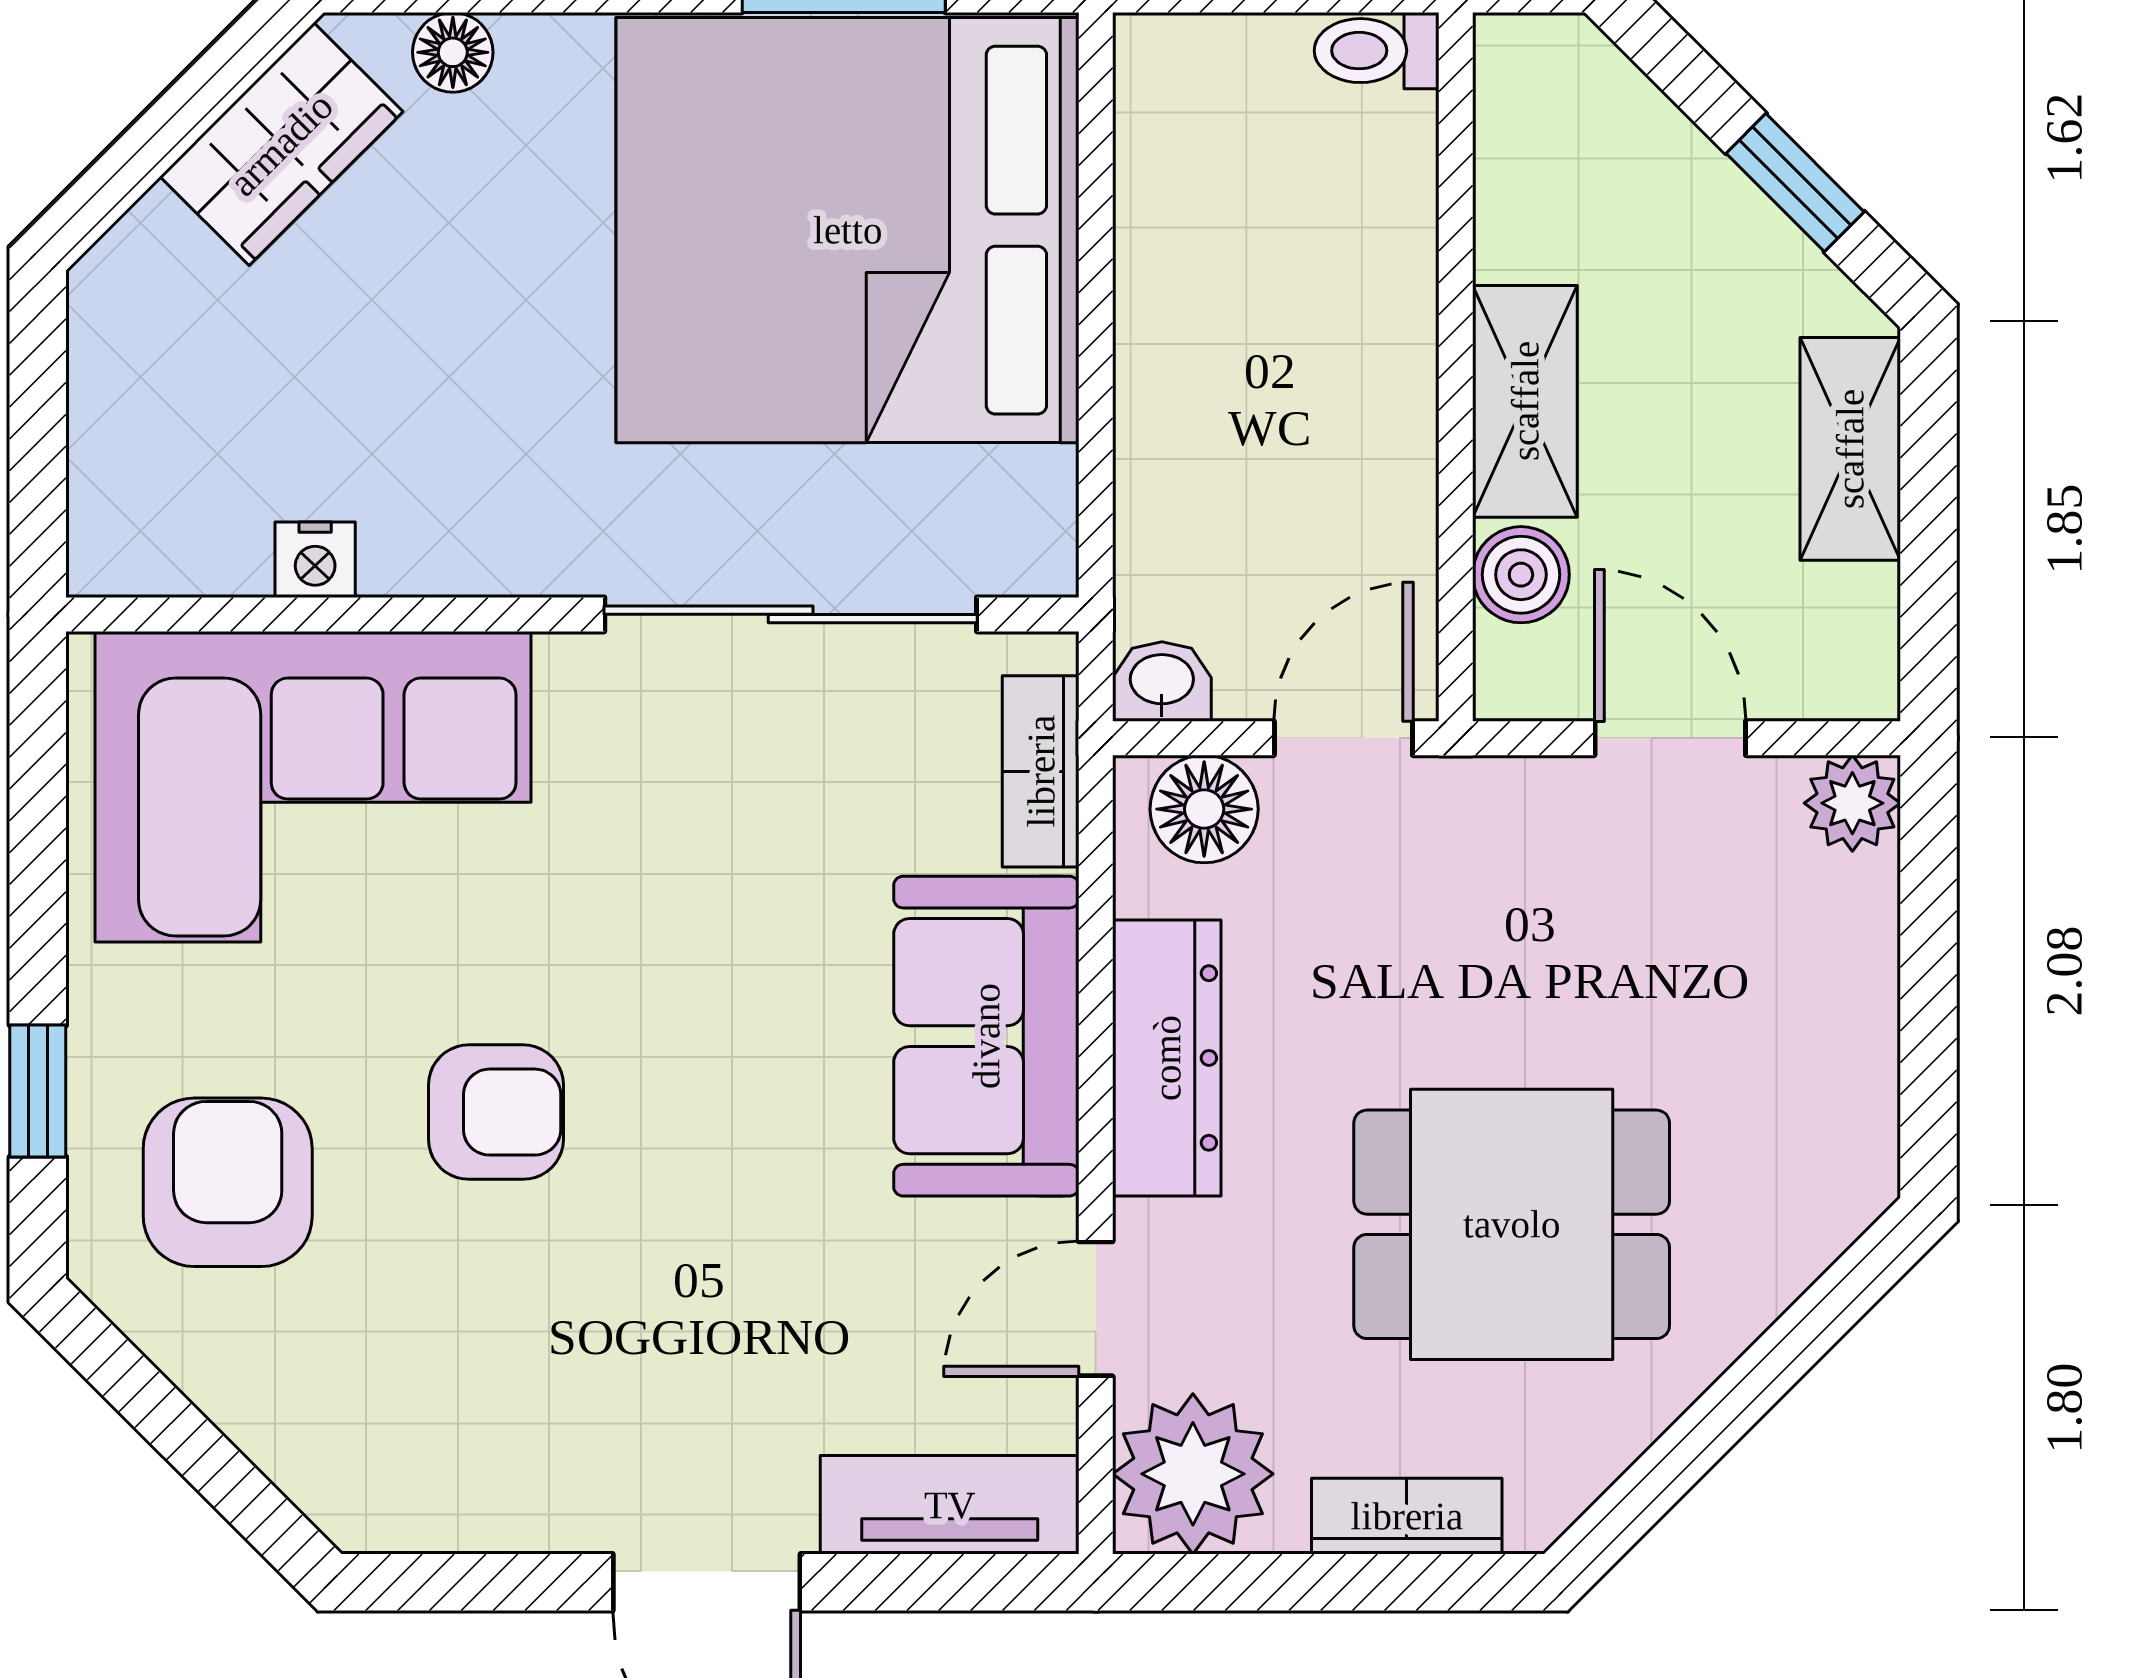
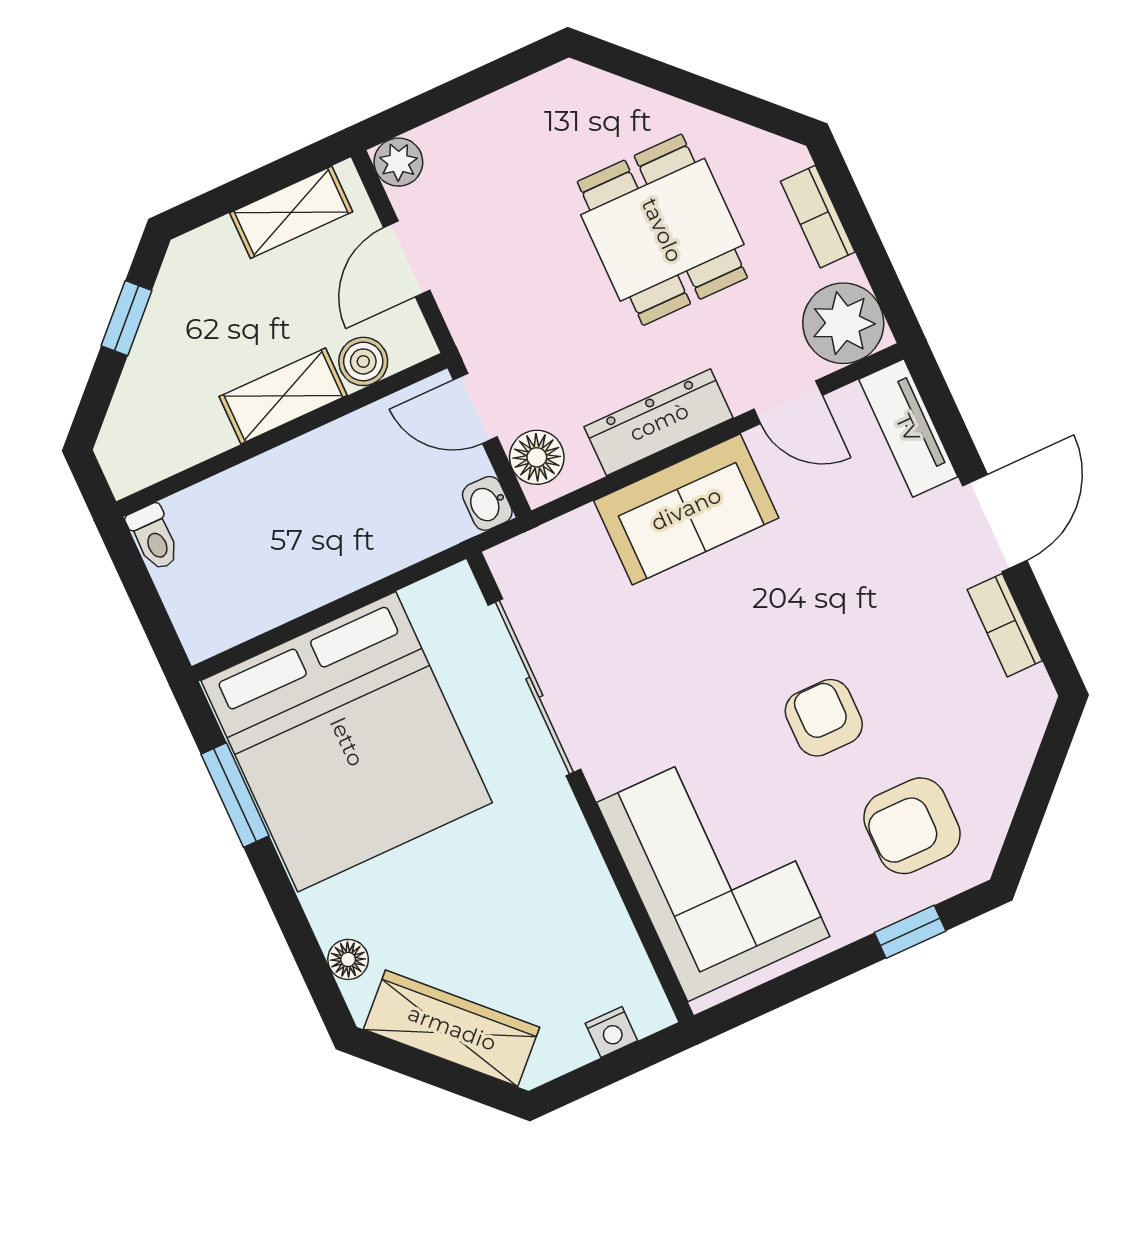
wardrobe: (281, 144) -> (452, 1028), width x1.50
shelving: (1850, 449) -> (291, 212), moved
nightstand: (315, 560) -> (611, 1032), moved, turned 90
bookcase: (1041, 771) -> (1005, 625), moved, turned 90

